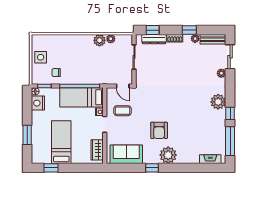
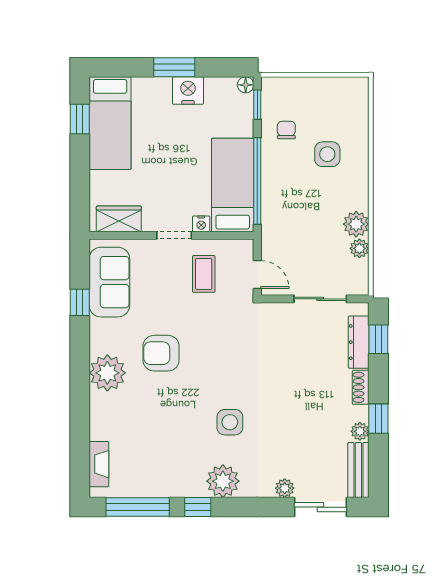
side table: (41, 57) -> (327, 154), moved
door: (123, 86) -> (257, 275), swing flipped
side table: (191, 99) -> (230, 422), added
nightstand: (38, 103) -> (188, 90), moved
window: (27, 135) -> (174, 67), moved
bed: (61, 142) -> (110, 123), moved, turned 90
window: (152, 168) -> (80, 302), moved

